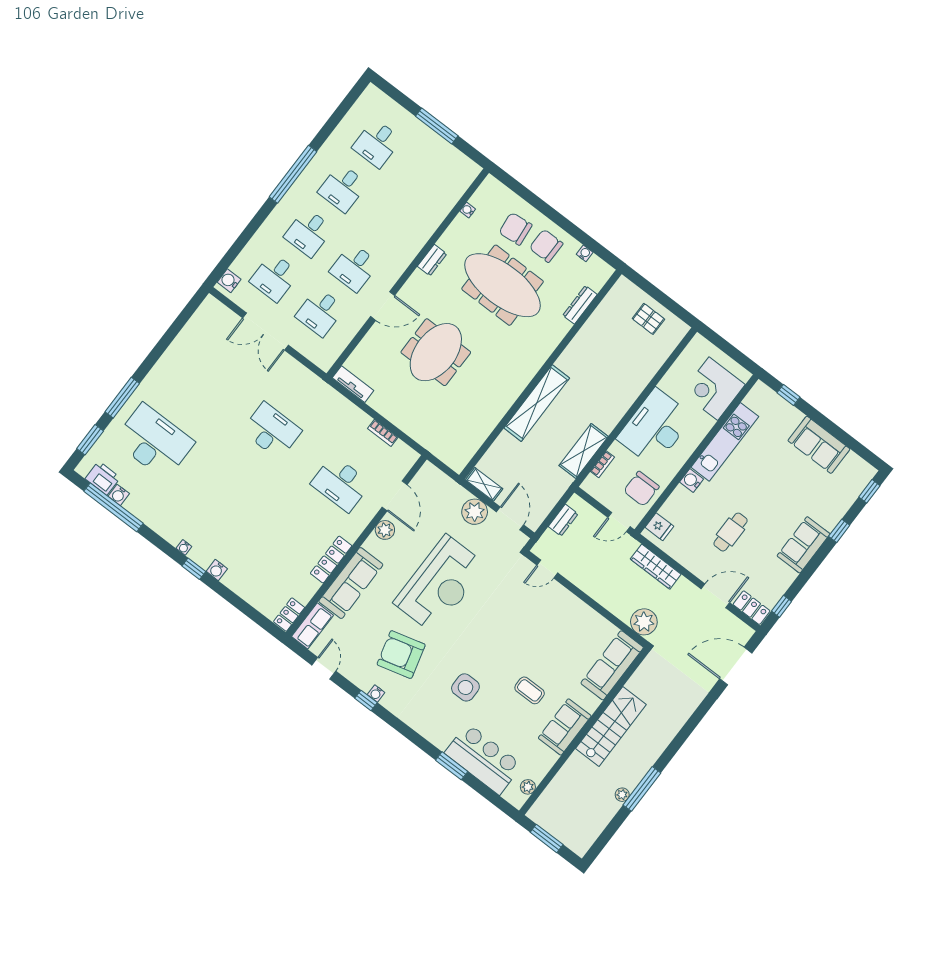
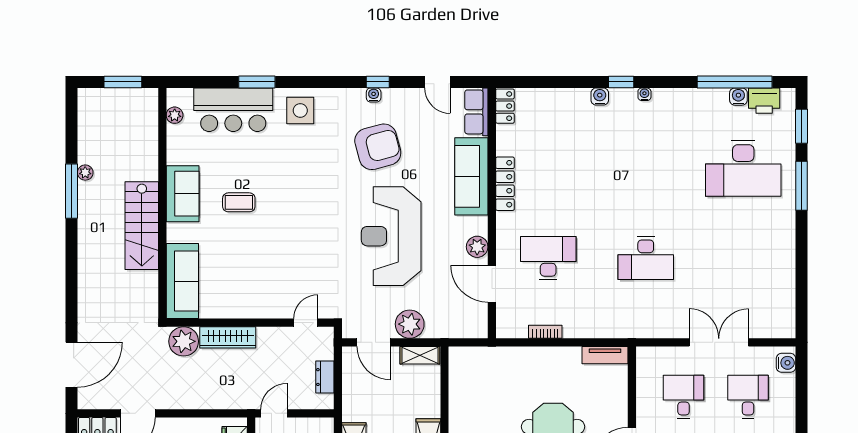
wardrobe: (656, 567) -> (228, 337), moved, turned 180
side table: (465, 687) -> (300, 110), moved

